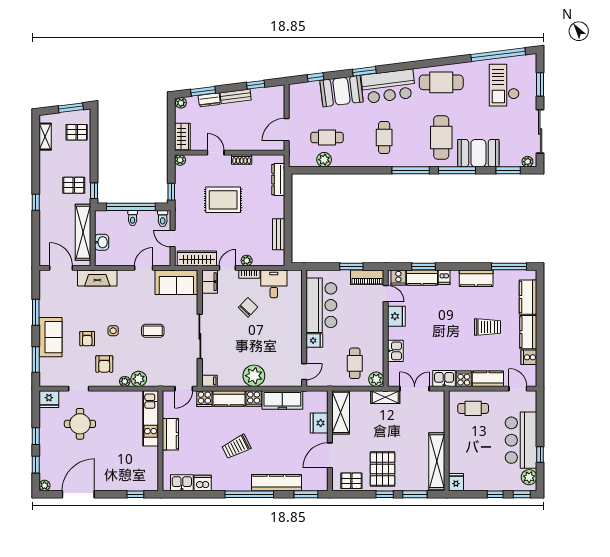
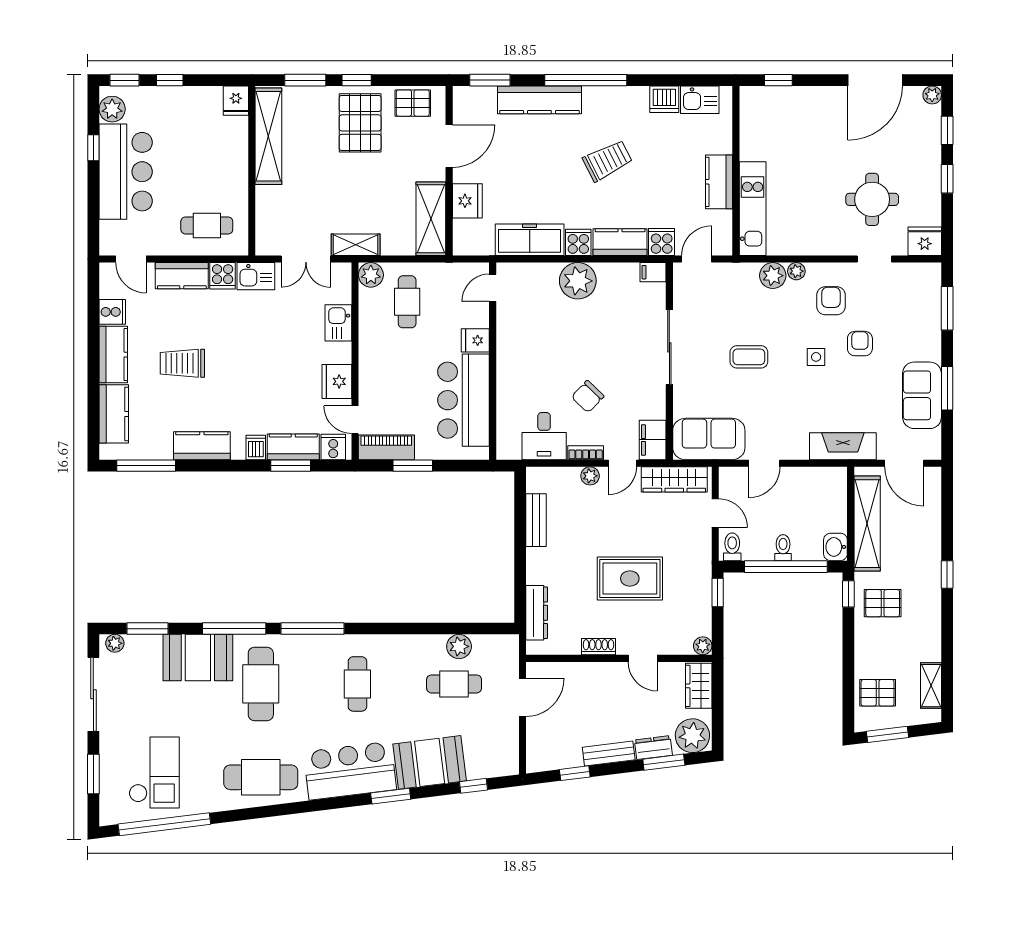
plant: (181, 103) -> (692, 736), width x1.88, depth x1.88
washbasin: (102, 242) -> (835, 547), moved
sofa: (51, 337) -> (922, 395), moved

